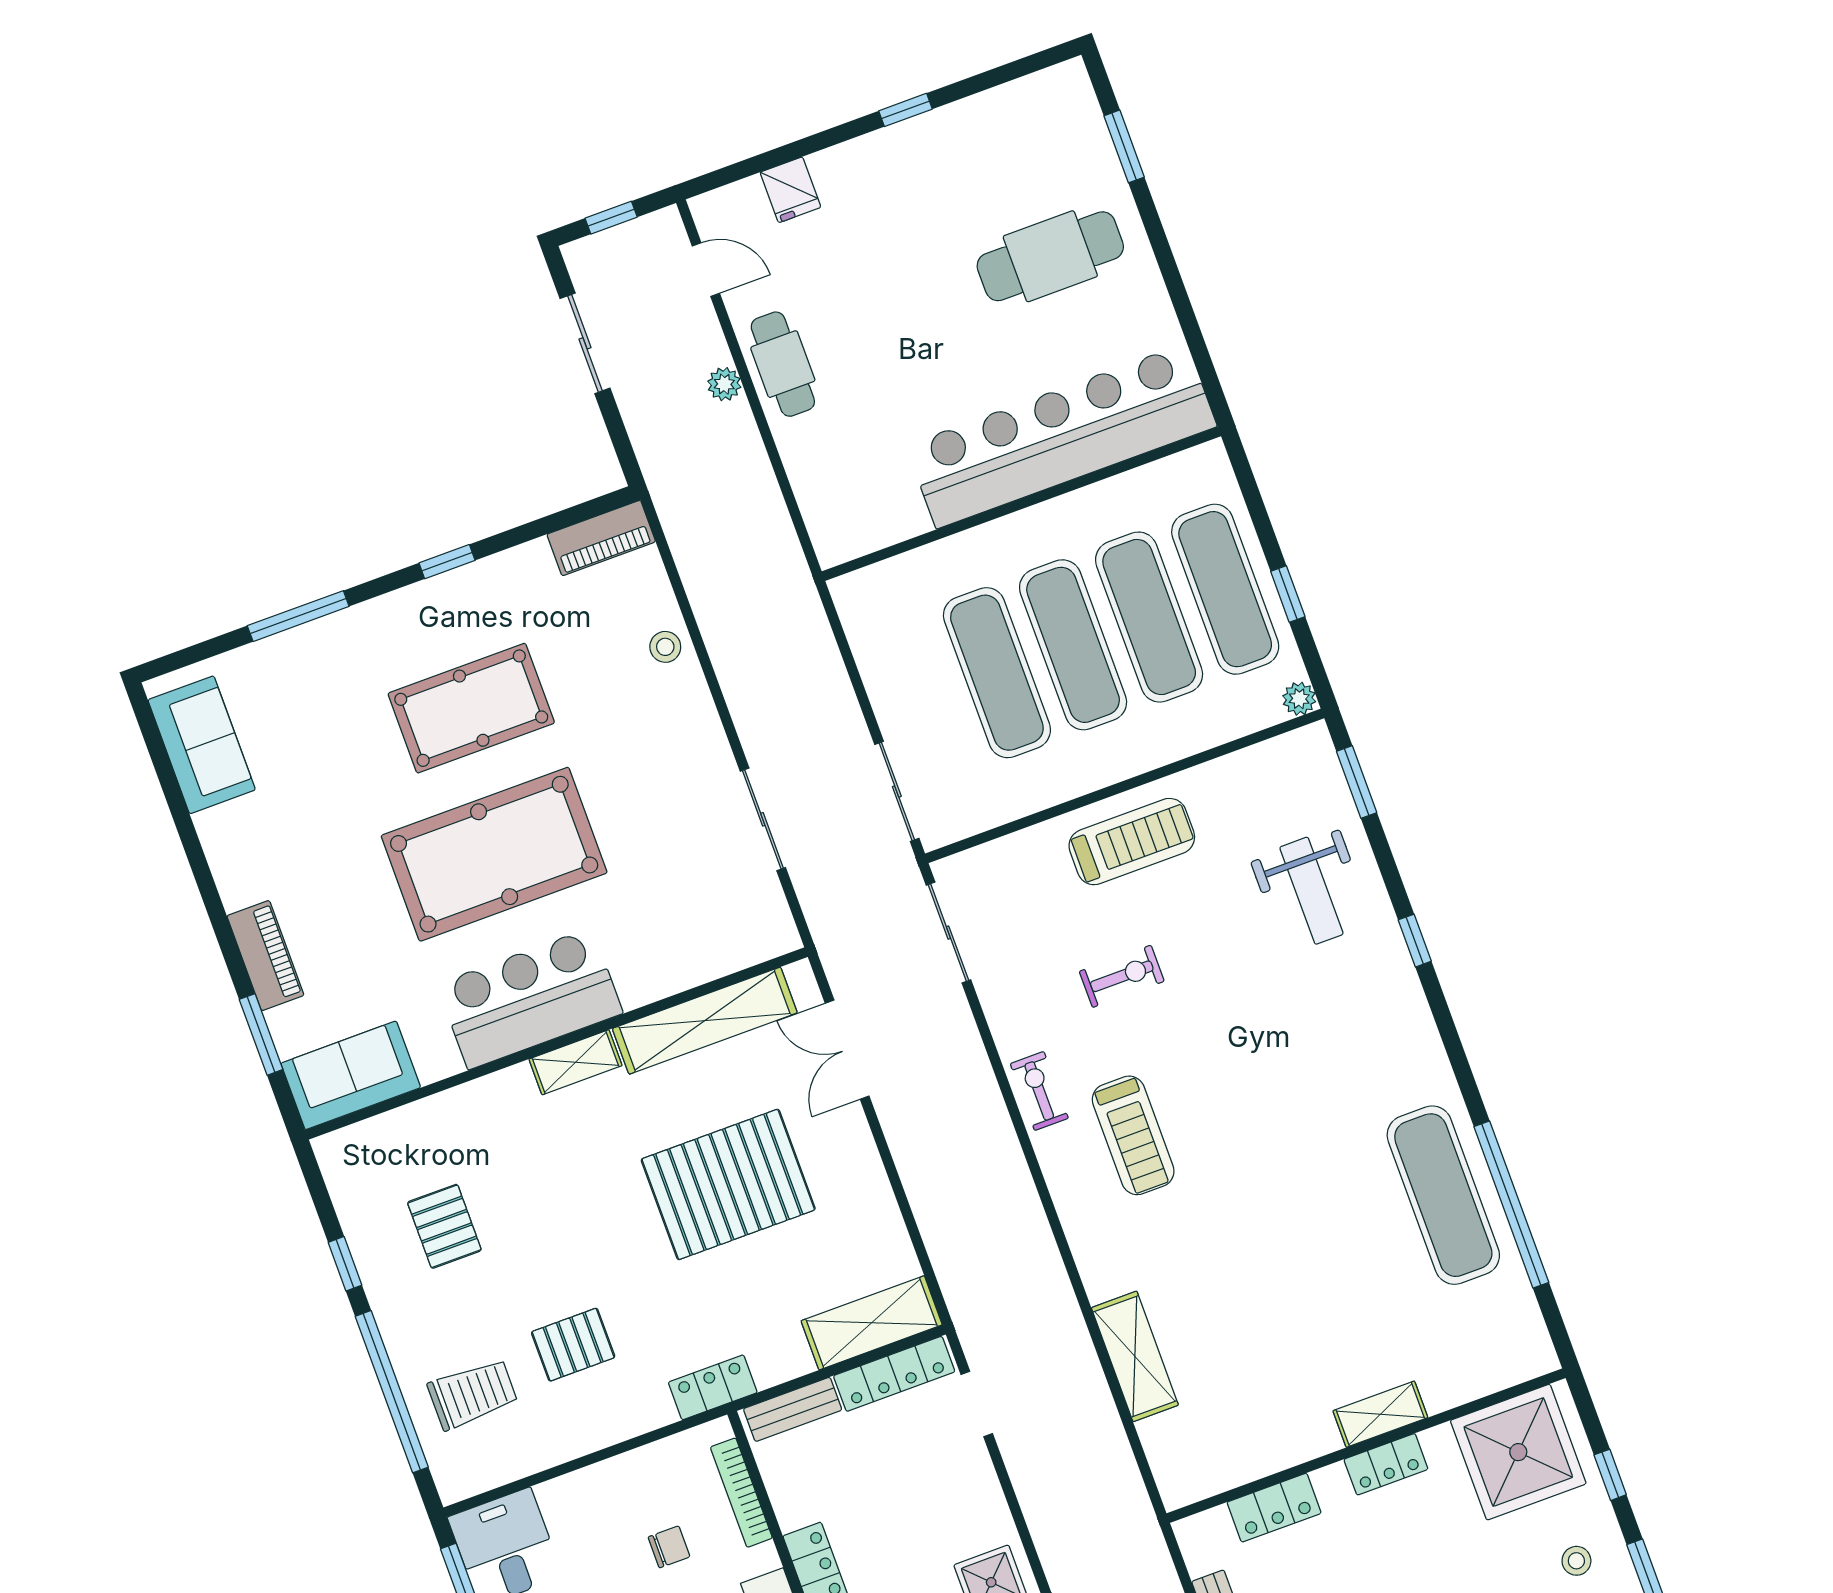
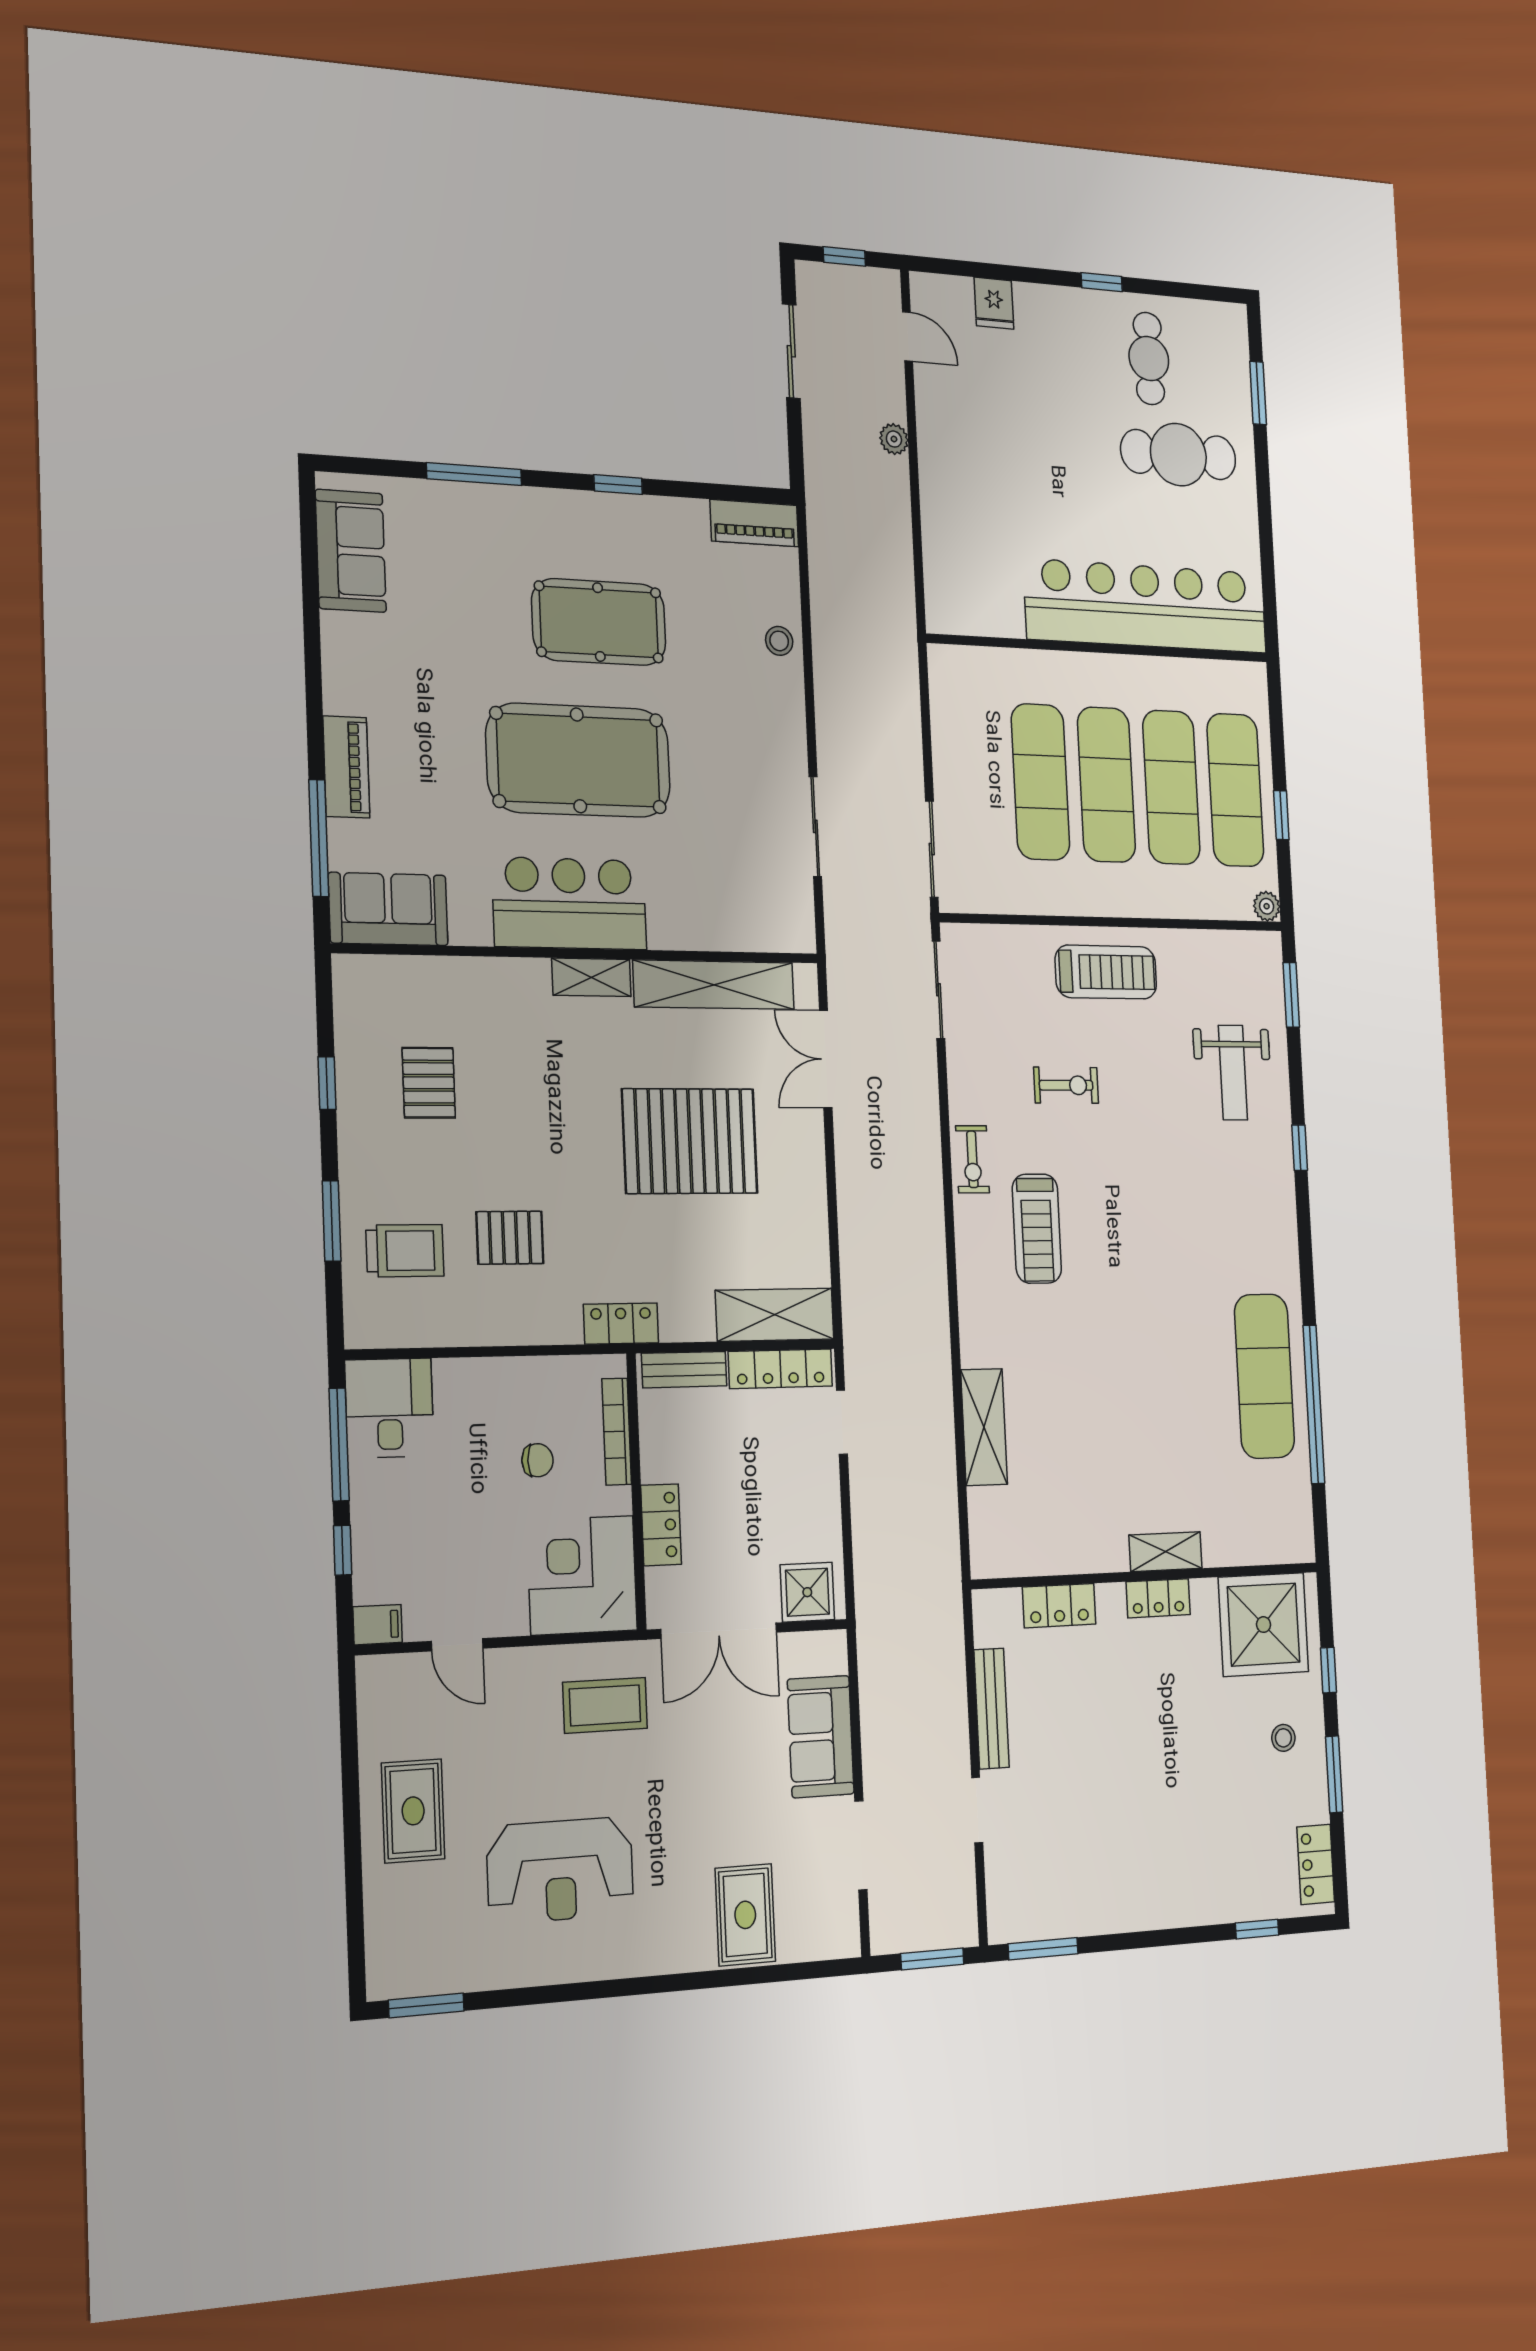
cafe table: (783, 364) -> (1149, 359), moved
window: (261, 1034) -> (319, 838), width x1.44
exercise bike: (1039, 1091) -> (972, 1159), turned 180
window: (392, 1392) -> (332, 1221), width x0.47

